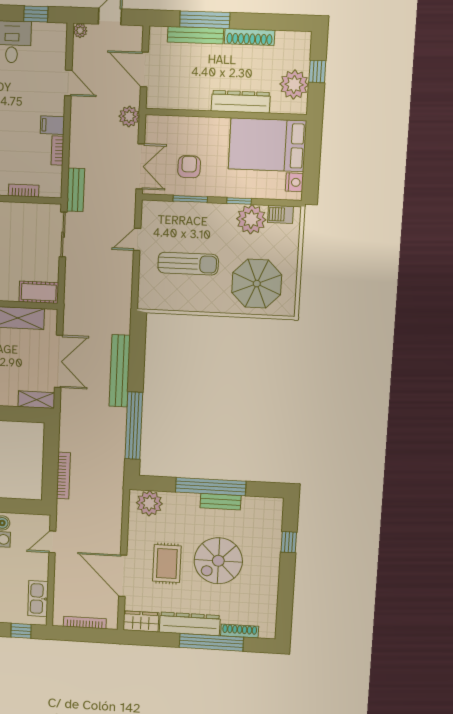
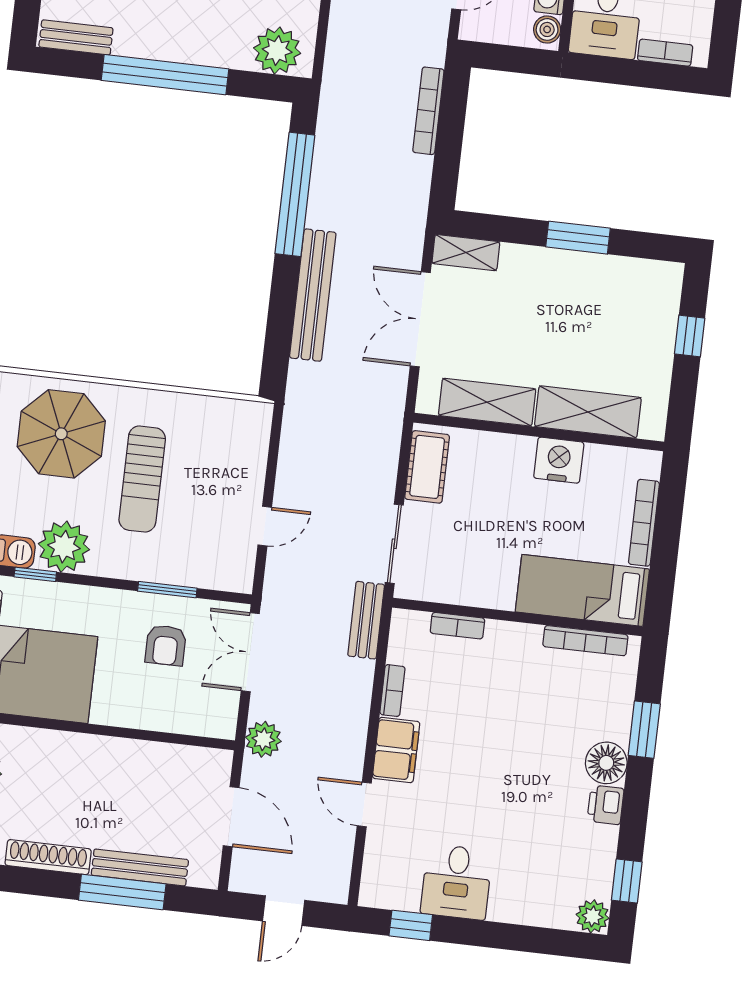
plant: (80, 31) -> (337, 891), removed
dresser: (241, 102) -> (70, 749), removed
filing cabinet: (52, 125) -> (396, 750), width x2.00
window: (239, 201) -> (35, 574), moved
sun lounger: (188, 264) -> (142, 479), moved, turned -90
cot: (39, 292) -> (427, 467), moved, turned 90
bench: (221, 502) -> (76, 37), moved

